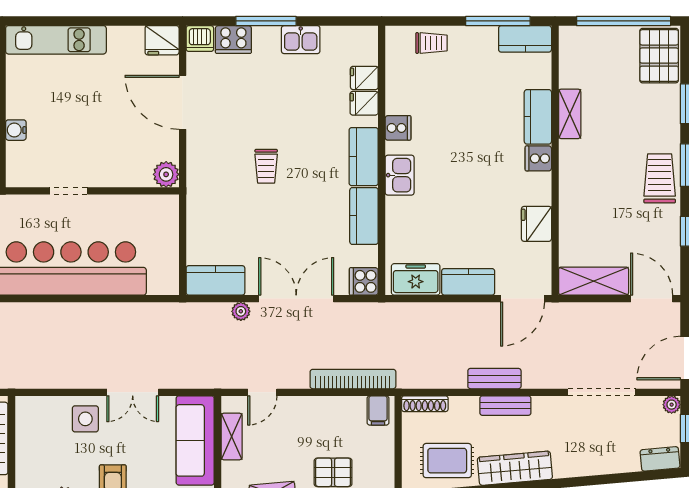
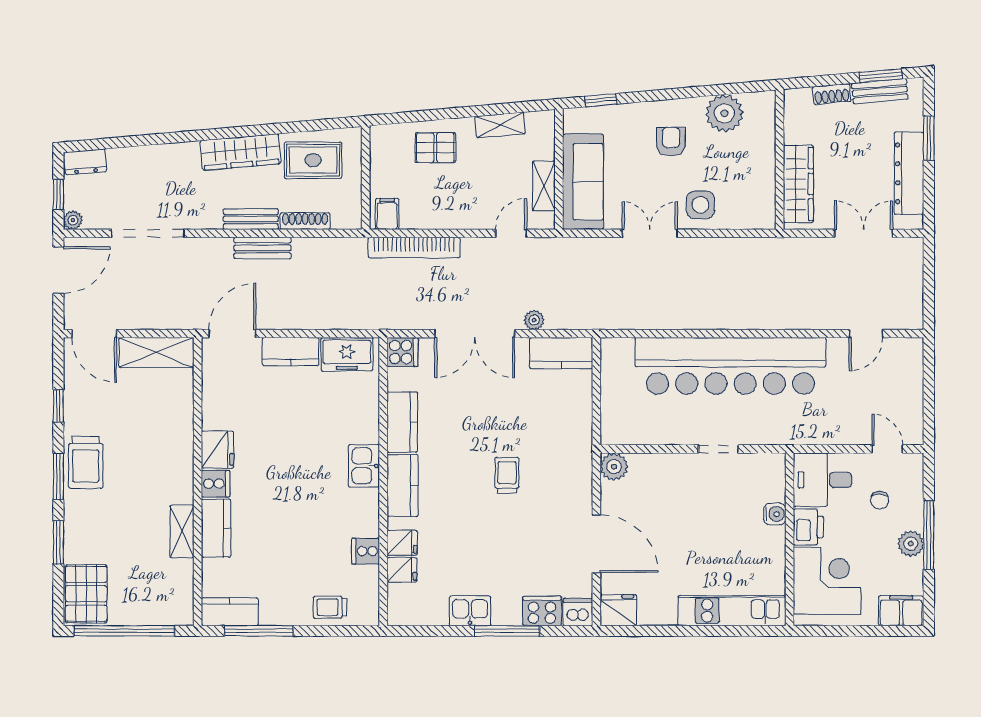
cooker: (398, 128) -> (366, 551), moved
fridge: (536, 224) -> (218, 450), moved
shoe rack: (425, 404) -> (305, 221), moved

